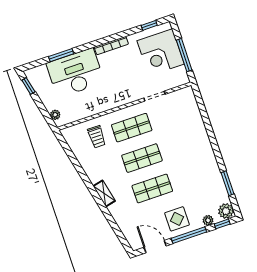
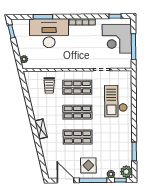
checkout: (185, 129) -> (116, 101), added

